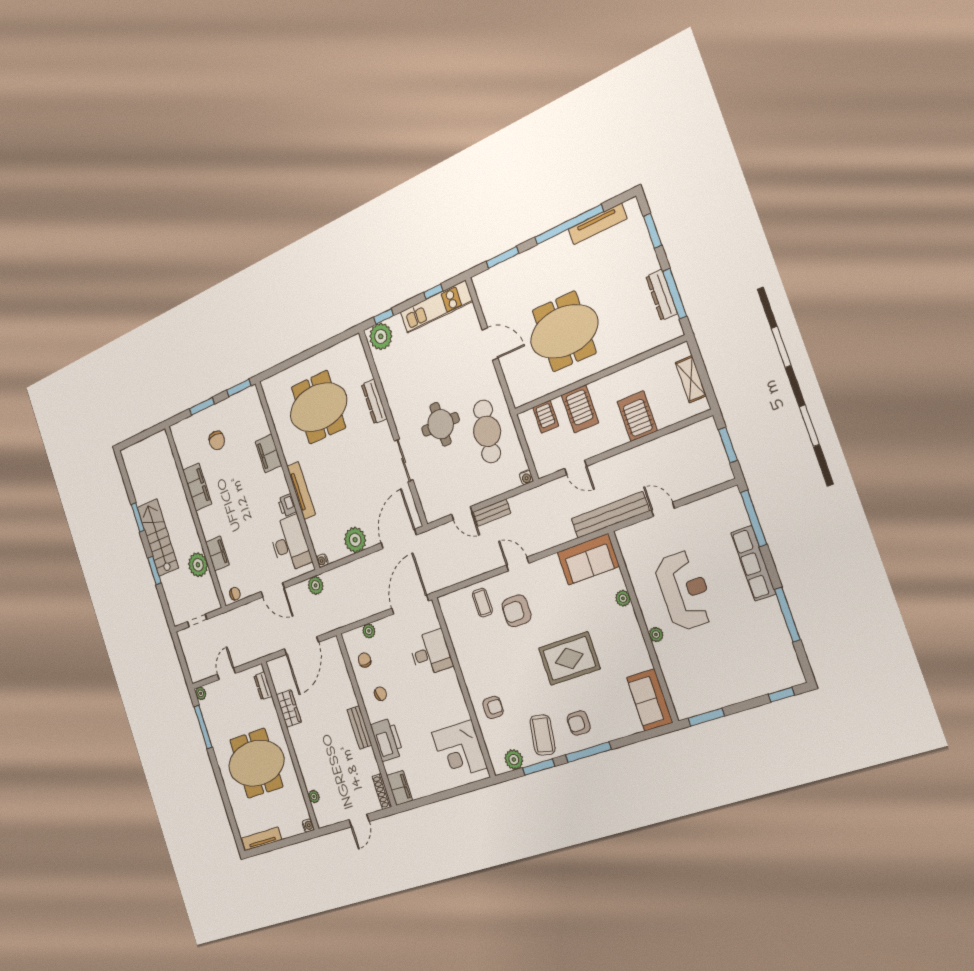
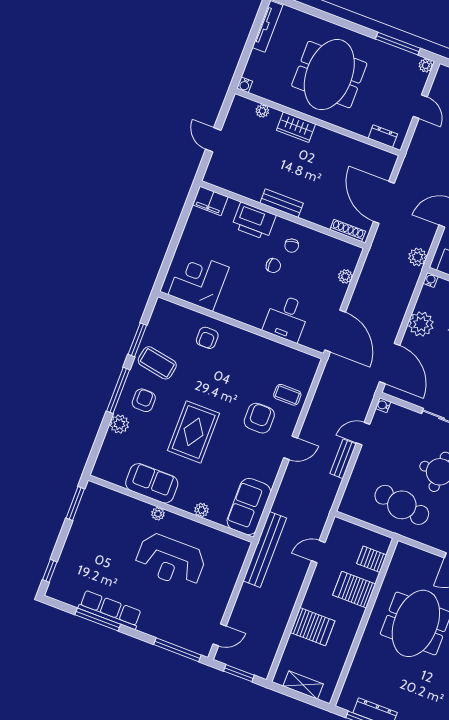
water cooler: (526, 477) -> (383, 405), moved
door: (663, 509) -> (220, 635), moved
row of seats: (753, 563) -> (110, 610), moved
chair: (365, 660) -> (273, 266), moved
sofa: (650, 700) -> (152, 483), moved
wardrobe: (289, 708) -> (296, 127), moved
plant: (514, 760) -> (119, 424), moved
shoe rack: (382, 792) -> (348, 230), moved

